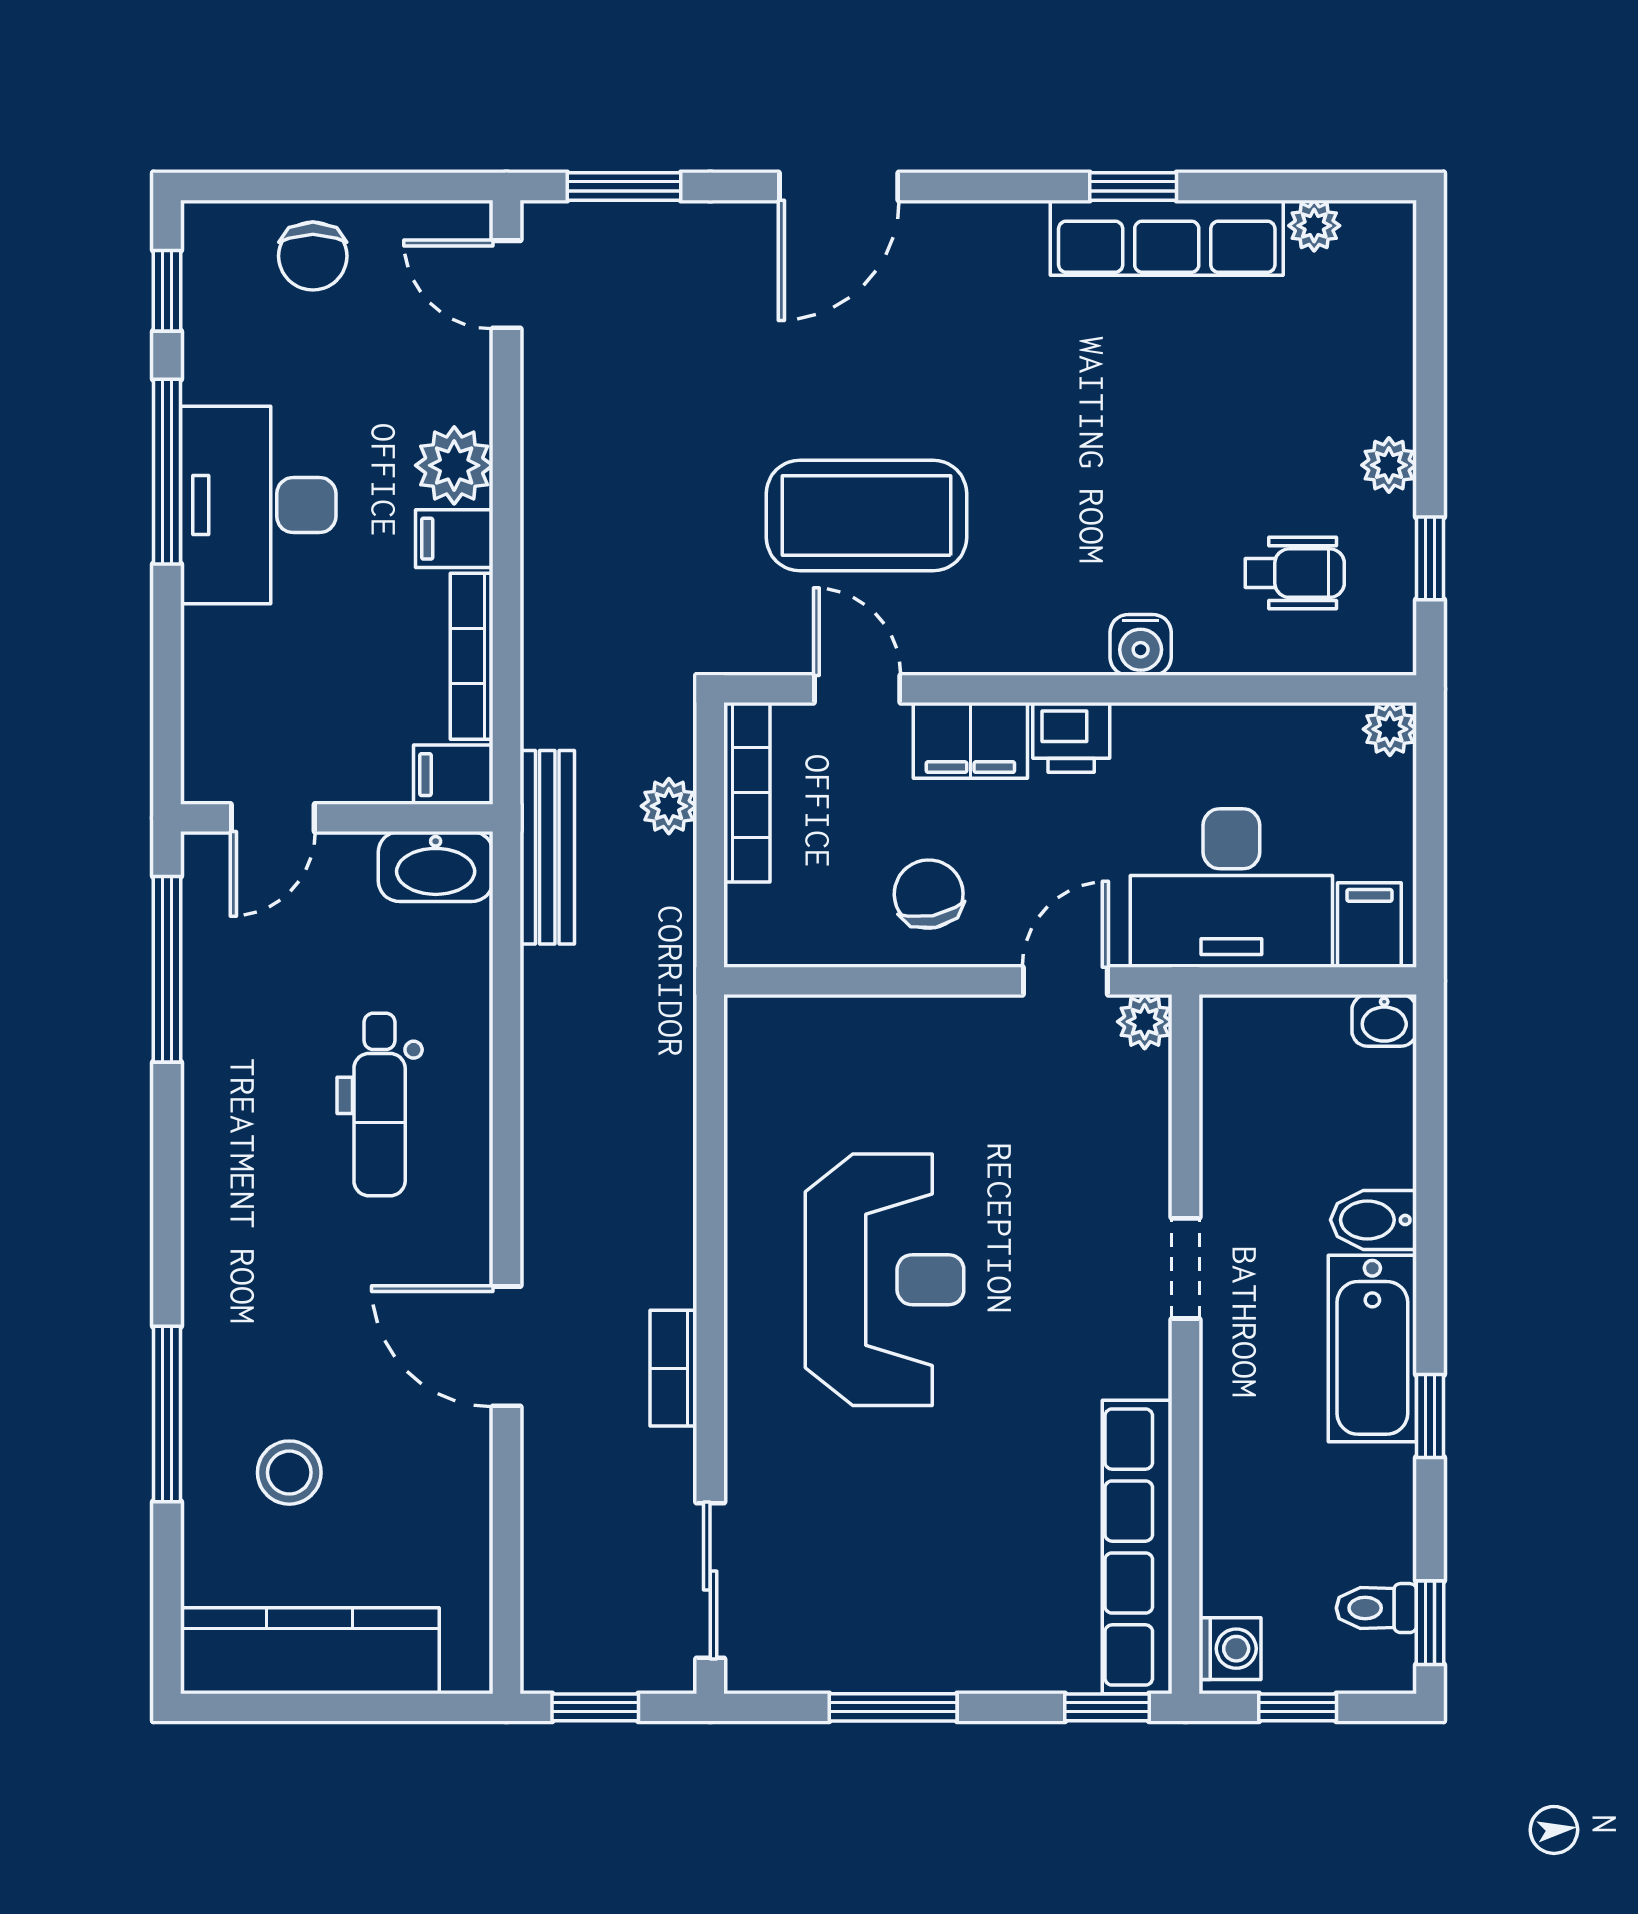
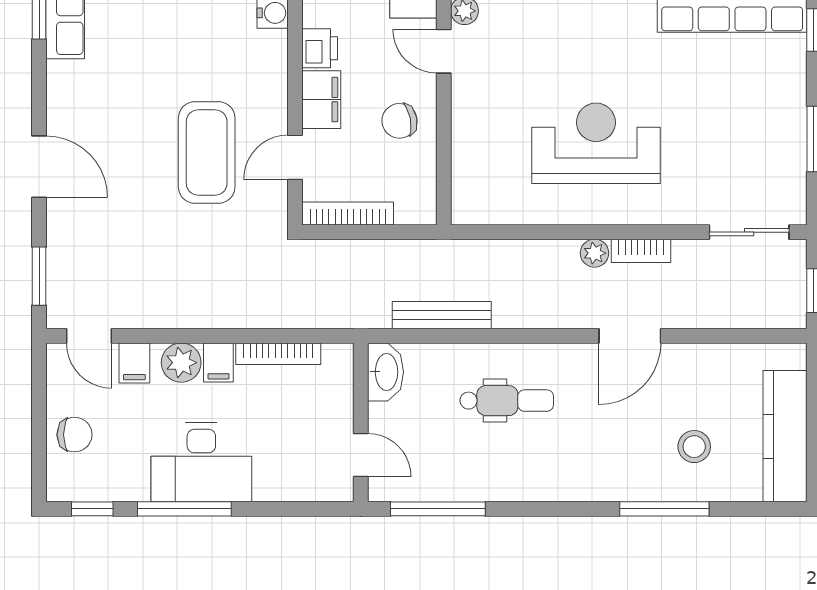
door: (506, 284) -> (89, 336), hinge flipped
filing cabinet: (453, 775) -> (134, 363), moved
plant: (669, 806) -> (595, 253), moved
bench: (547, 847) -> (442, 315), moved

